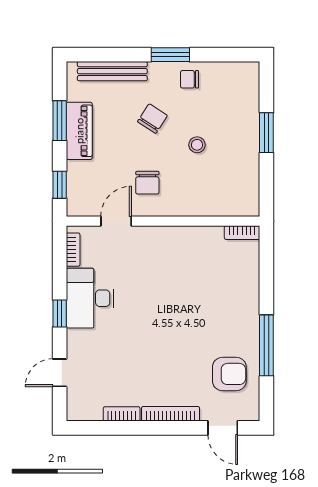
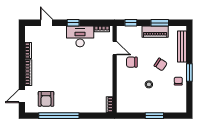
window: (266, 345) -> (59, 116), width x1.46

